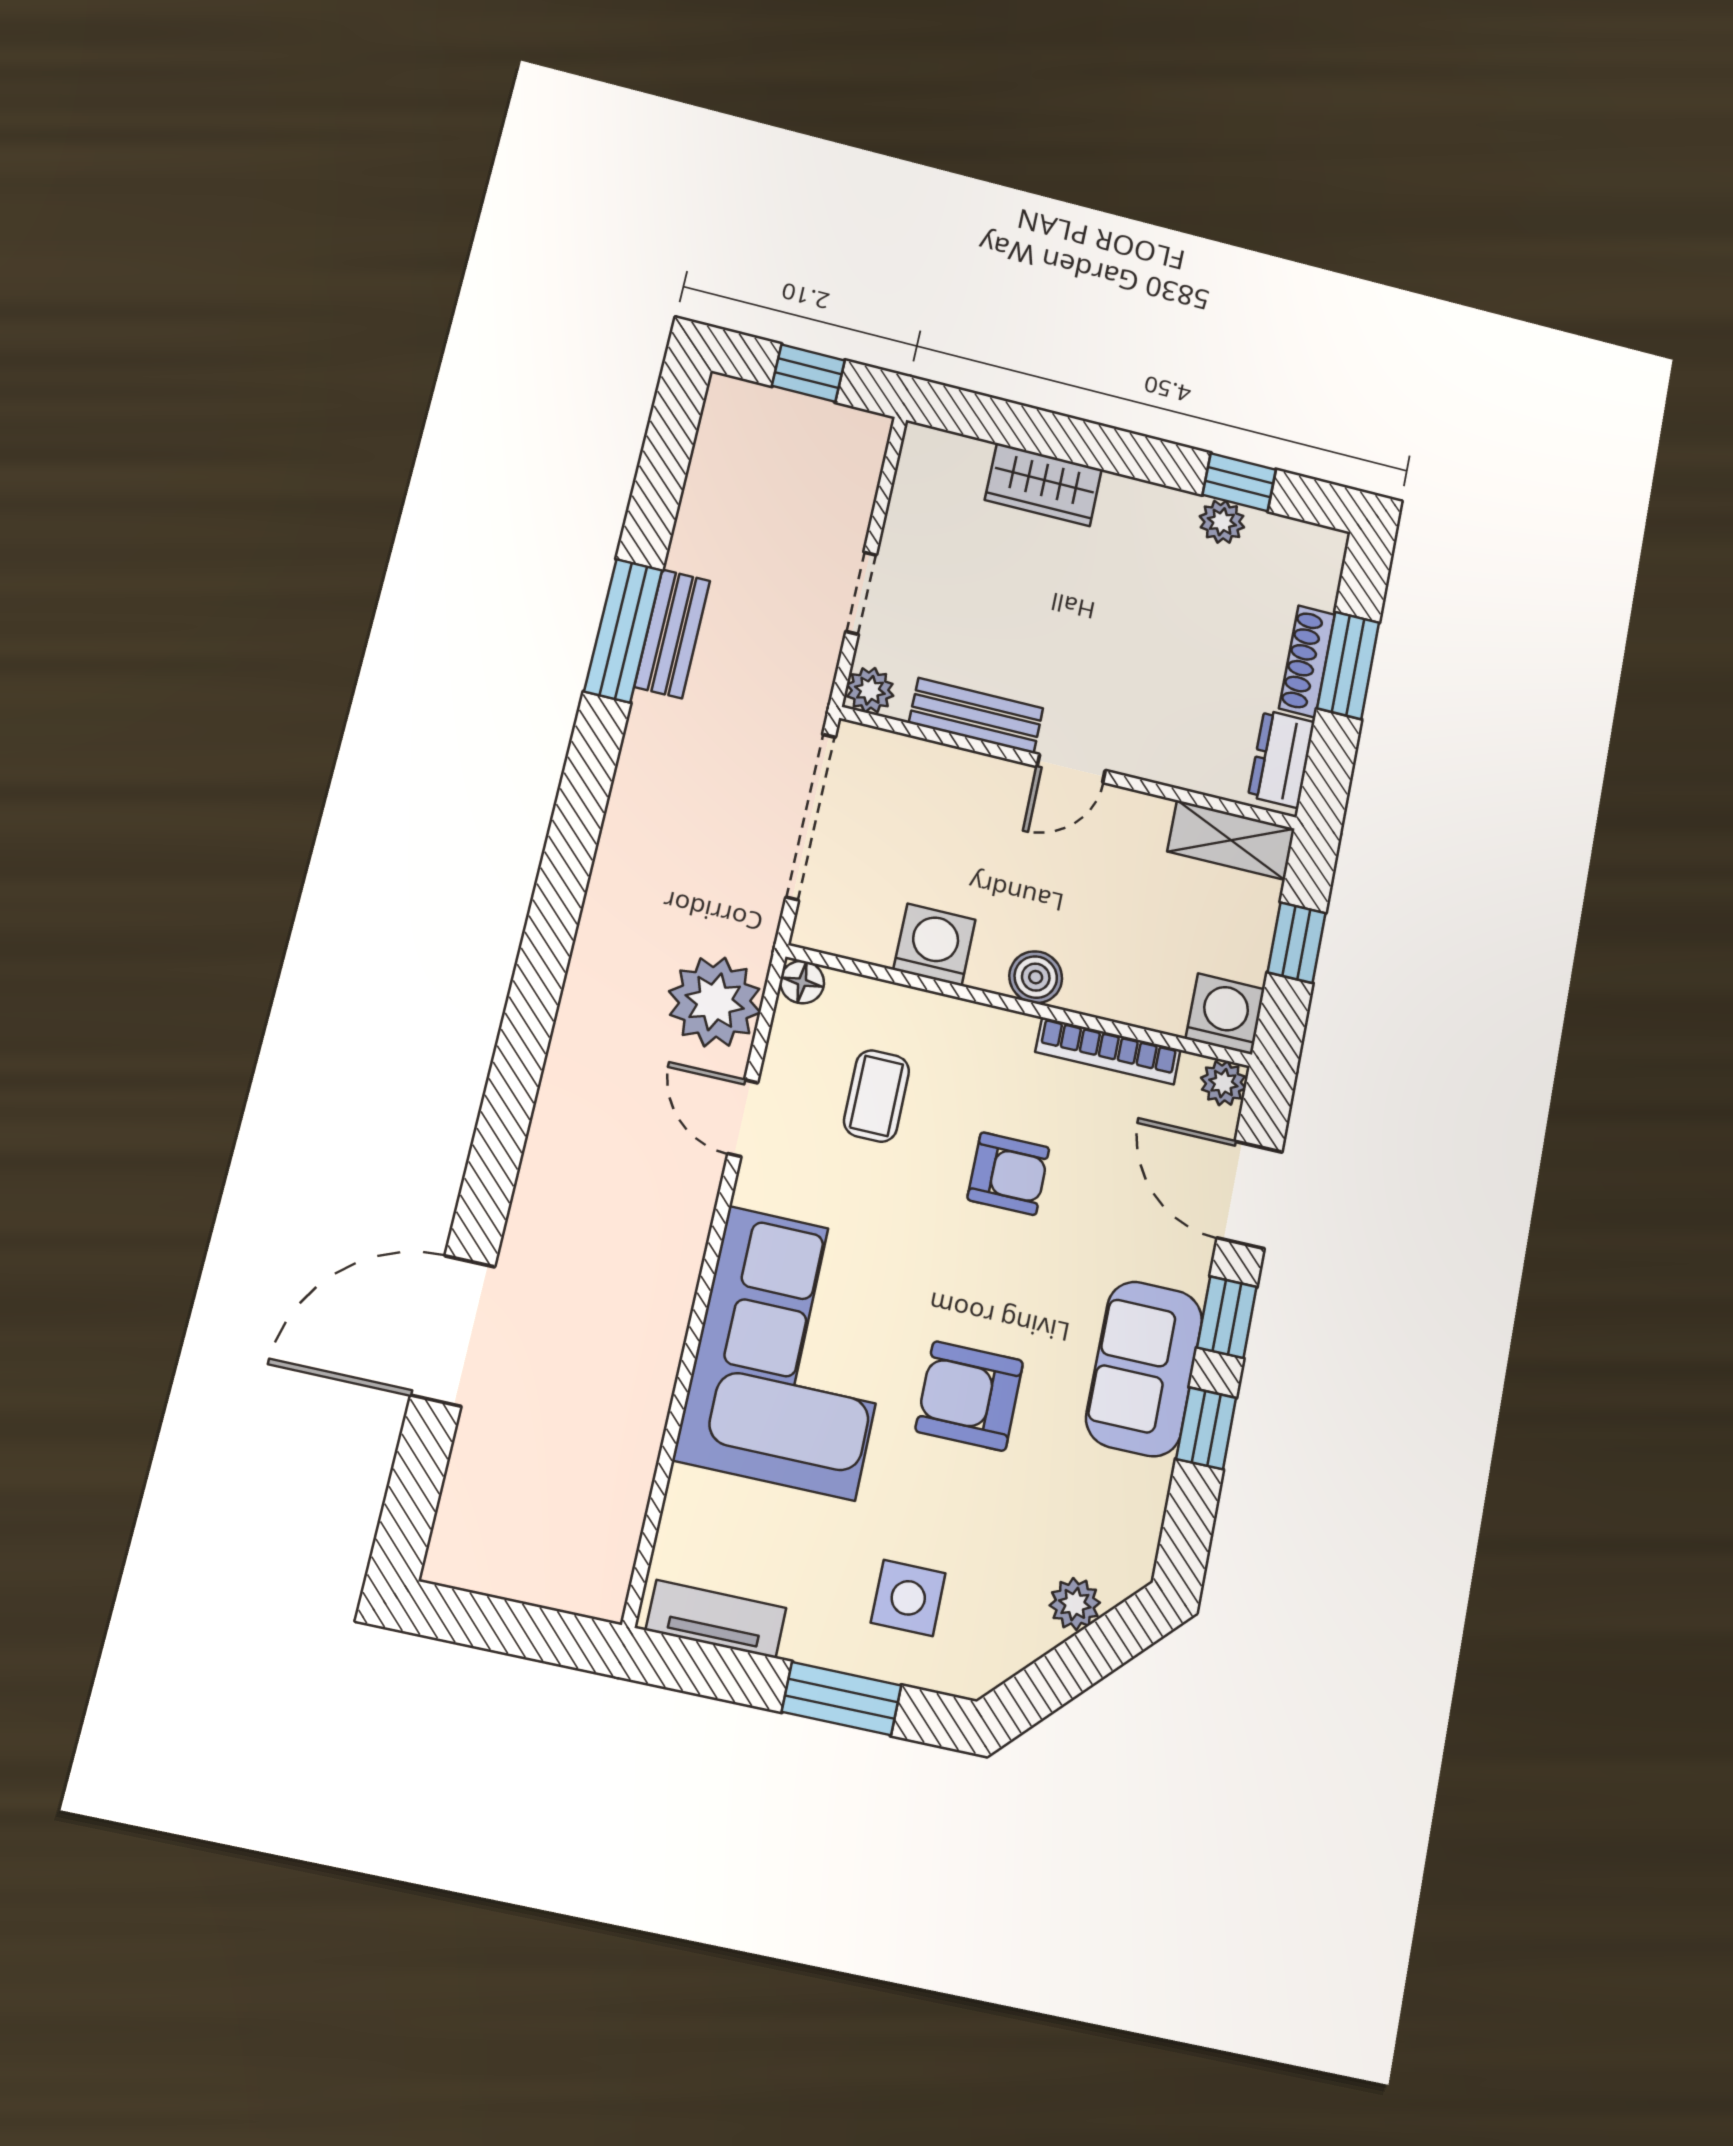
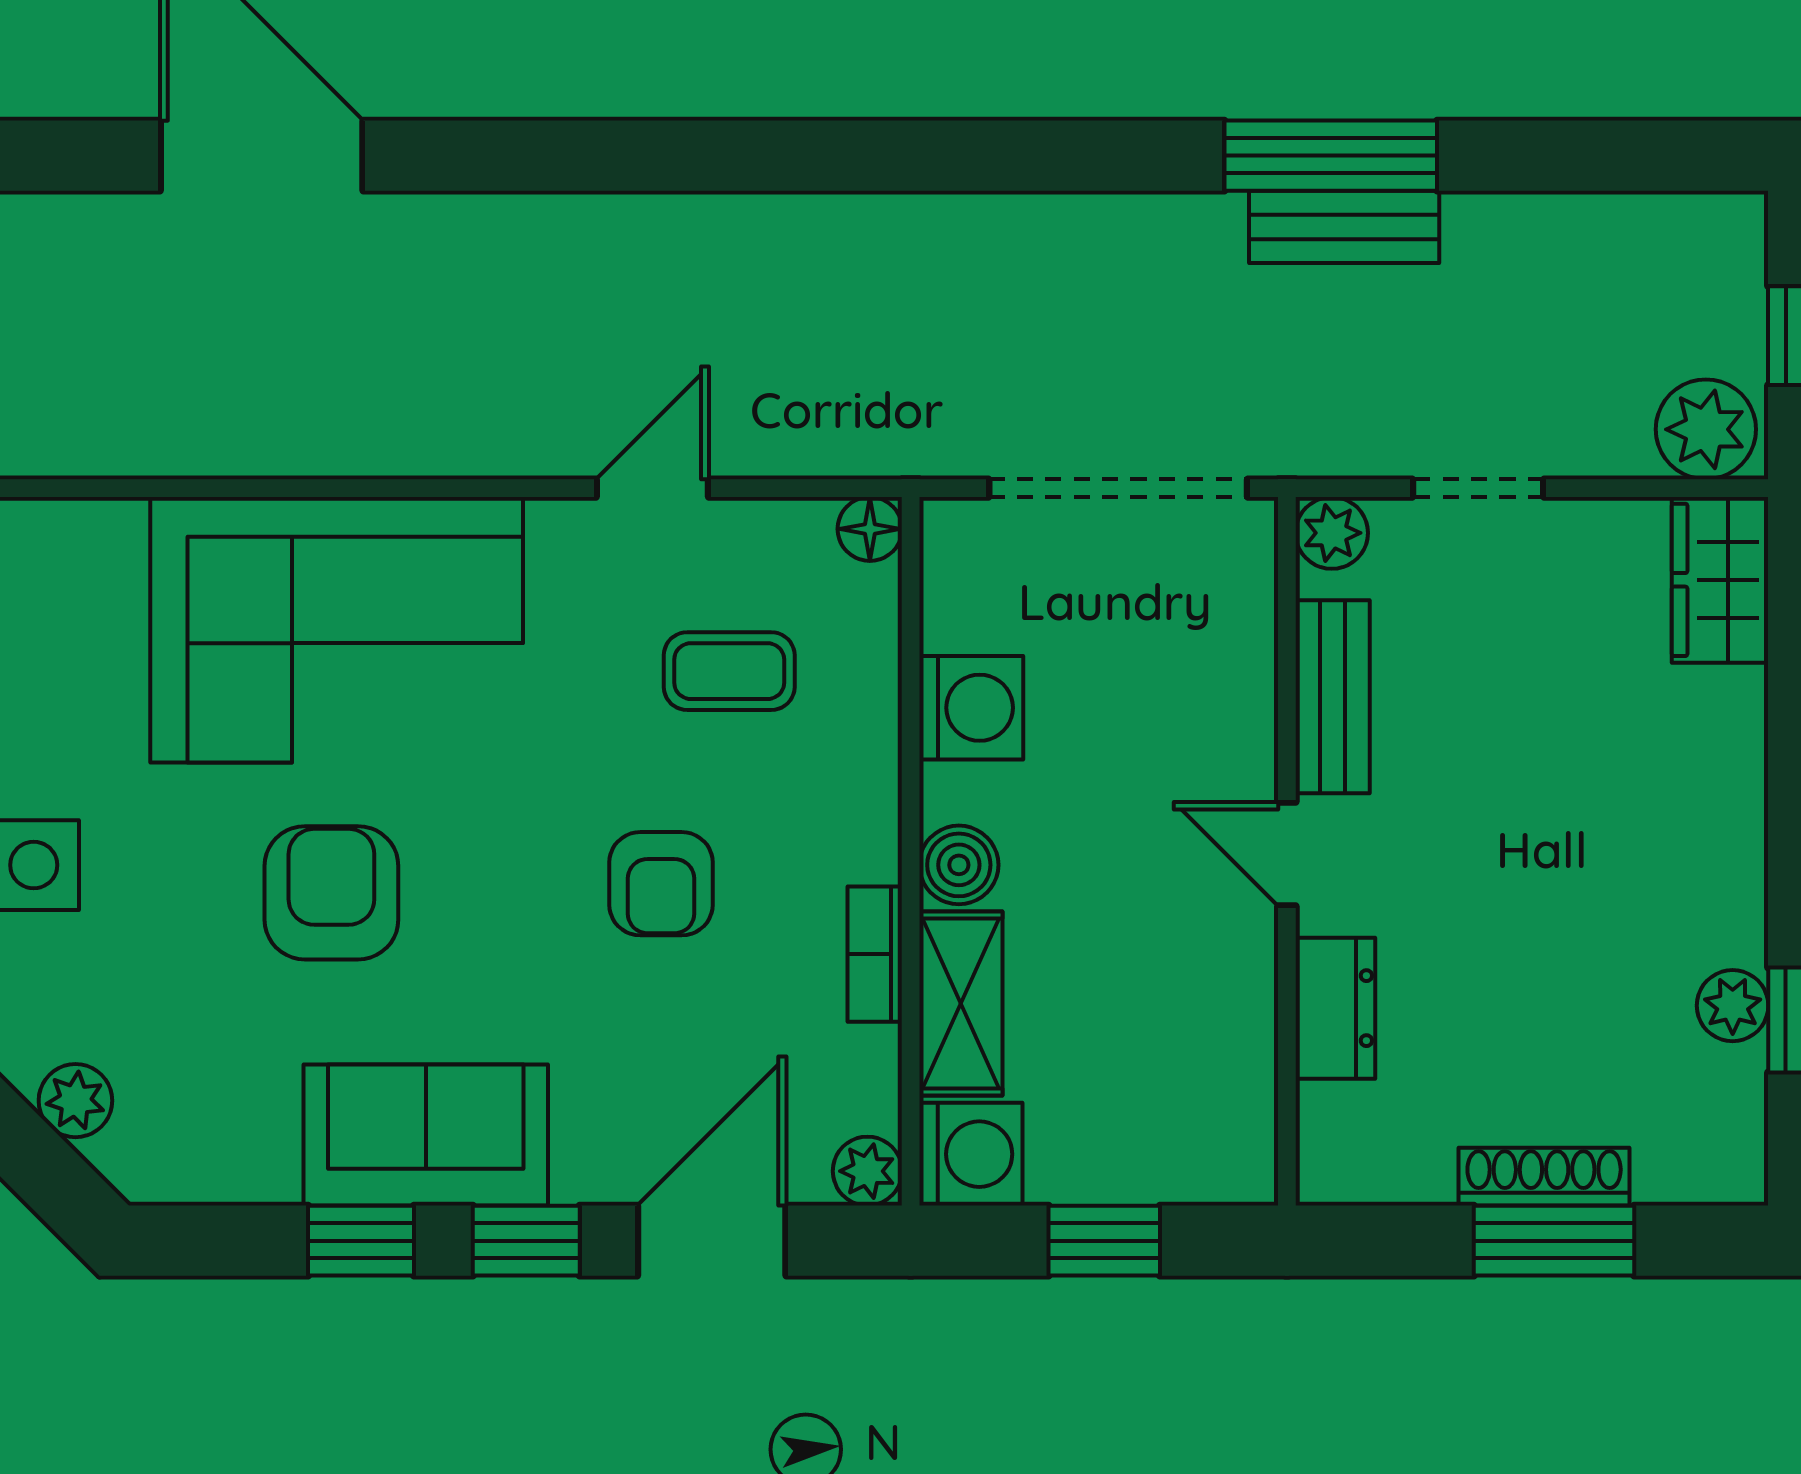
wardrobe: (1043, 485) -> (1720, 580), moved
dresser: (1281, 759) -> (1335, 1008), moved, turned 90
shelving: (1231, 840) -> (961, 1003), moved
plant: (715, 1002) -> (1706, 429), moved, width x0.73, depth x0.73
bookcase: (1108, 1051) -> (875, 954), width x0.64

